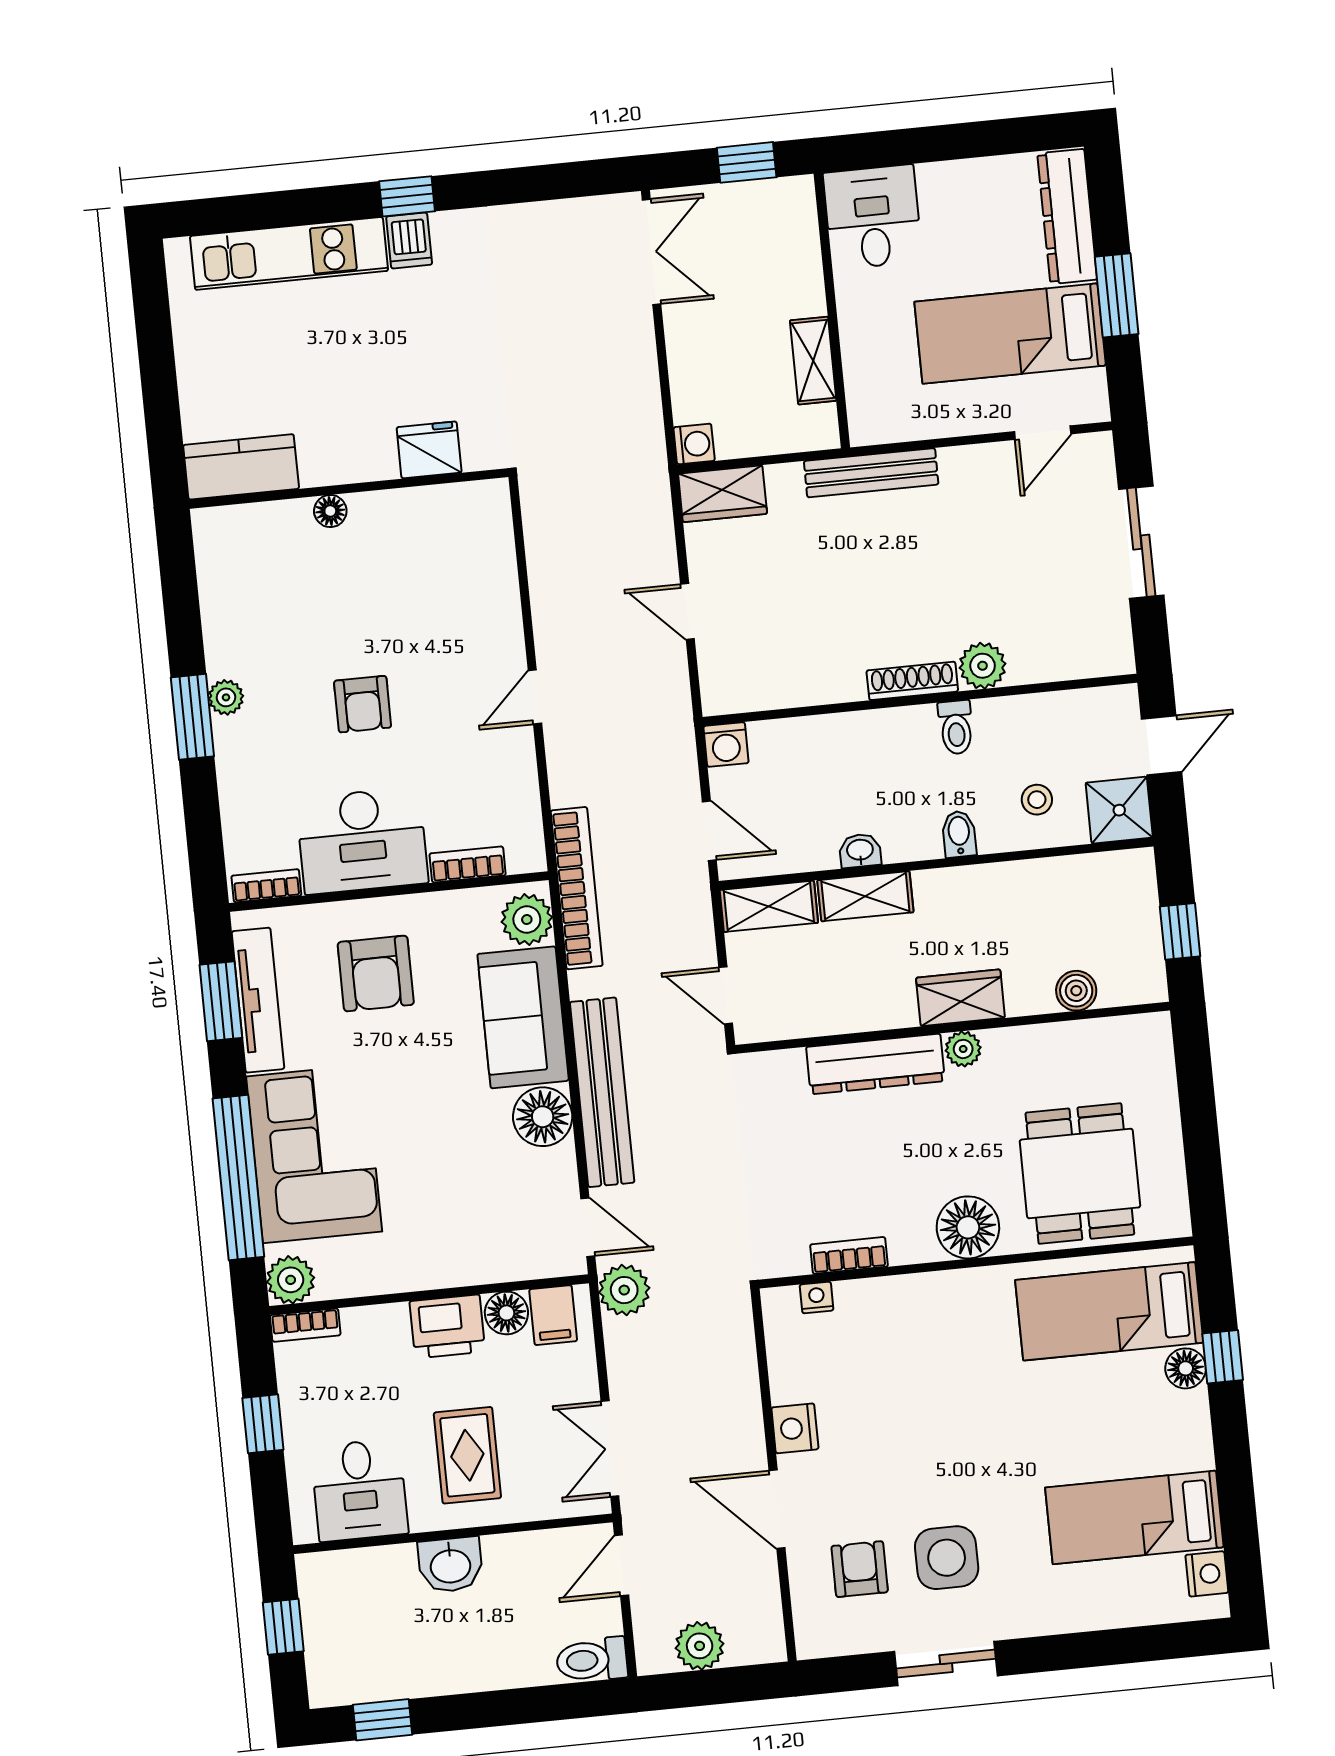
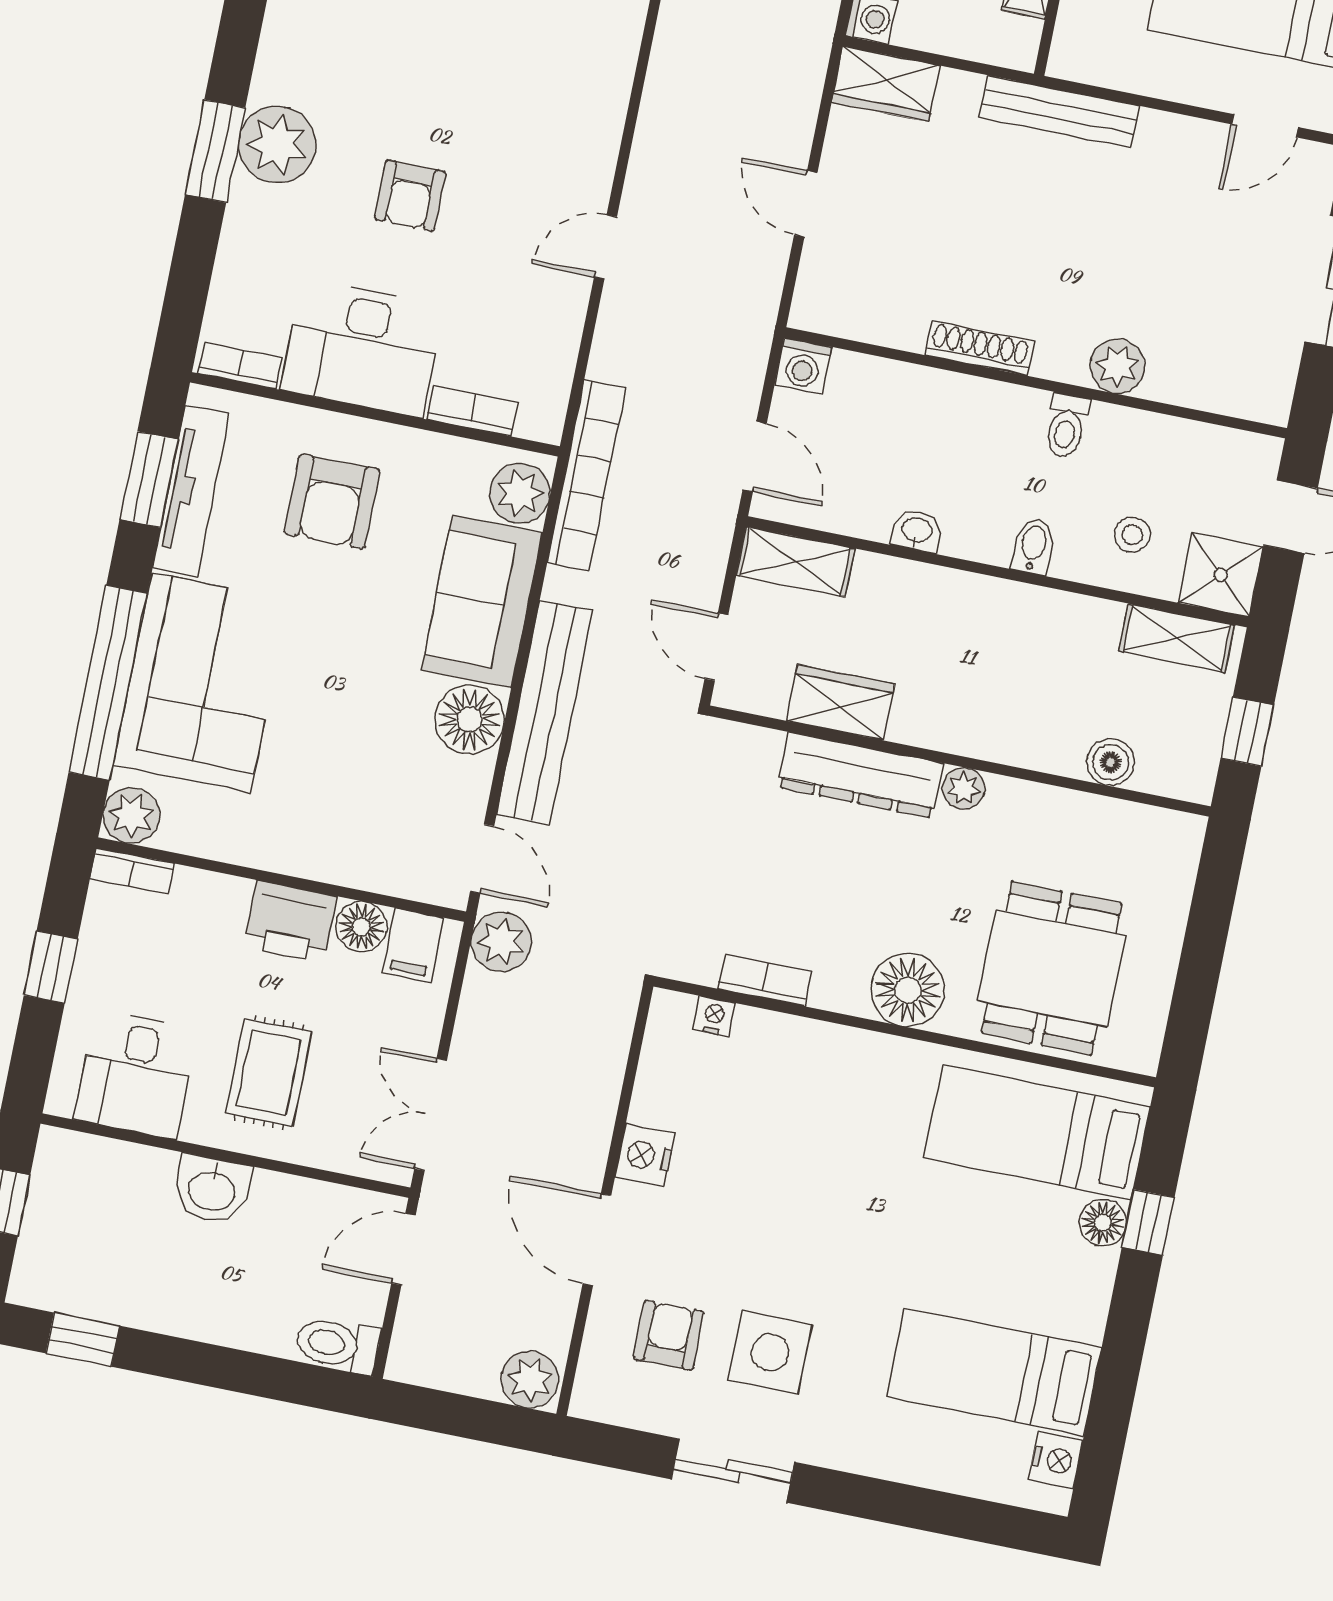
shoe rack: (912, 681) -> (980, 348), moved
plant: (226, 697) -> (277, 144), width x1.88, depth x1.88
shelving: (865, 896) -> (1177, 638), moved
wardrobe: (960, 998) -> (841, 702), moved
plant: (700, 1646) -> (530, 1379), moved

